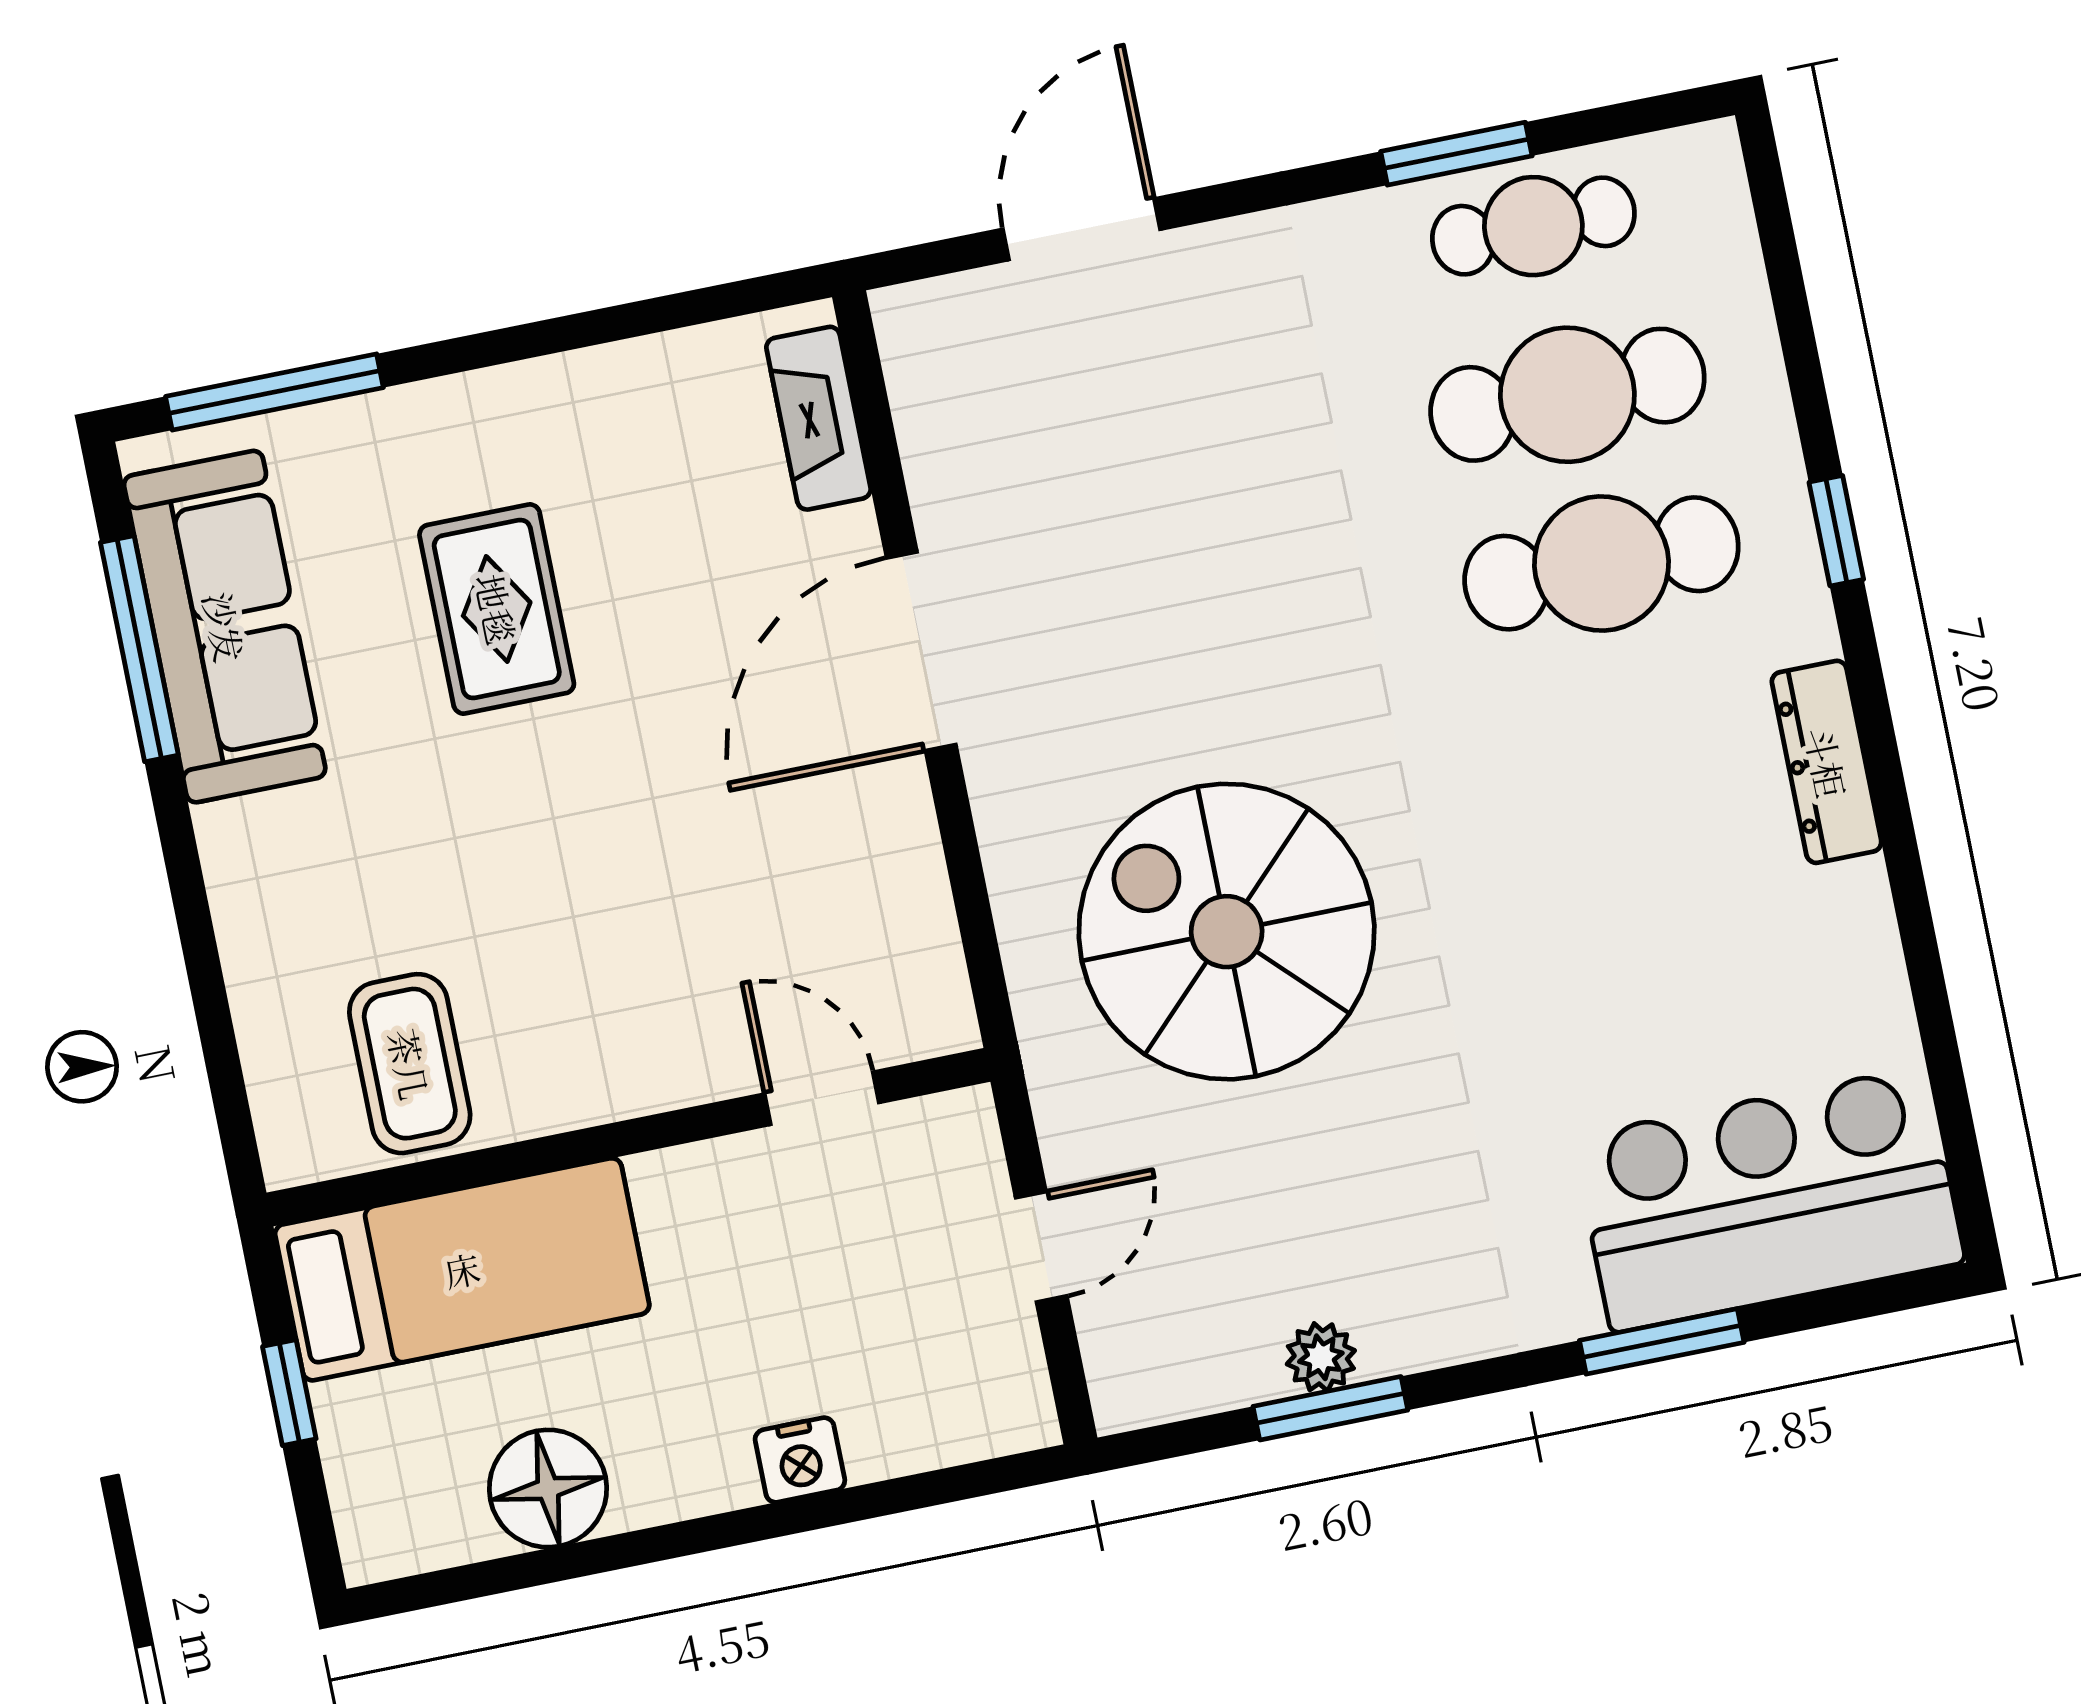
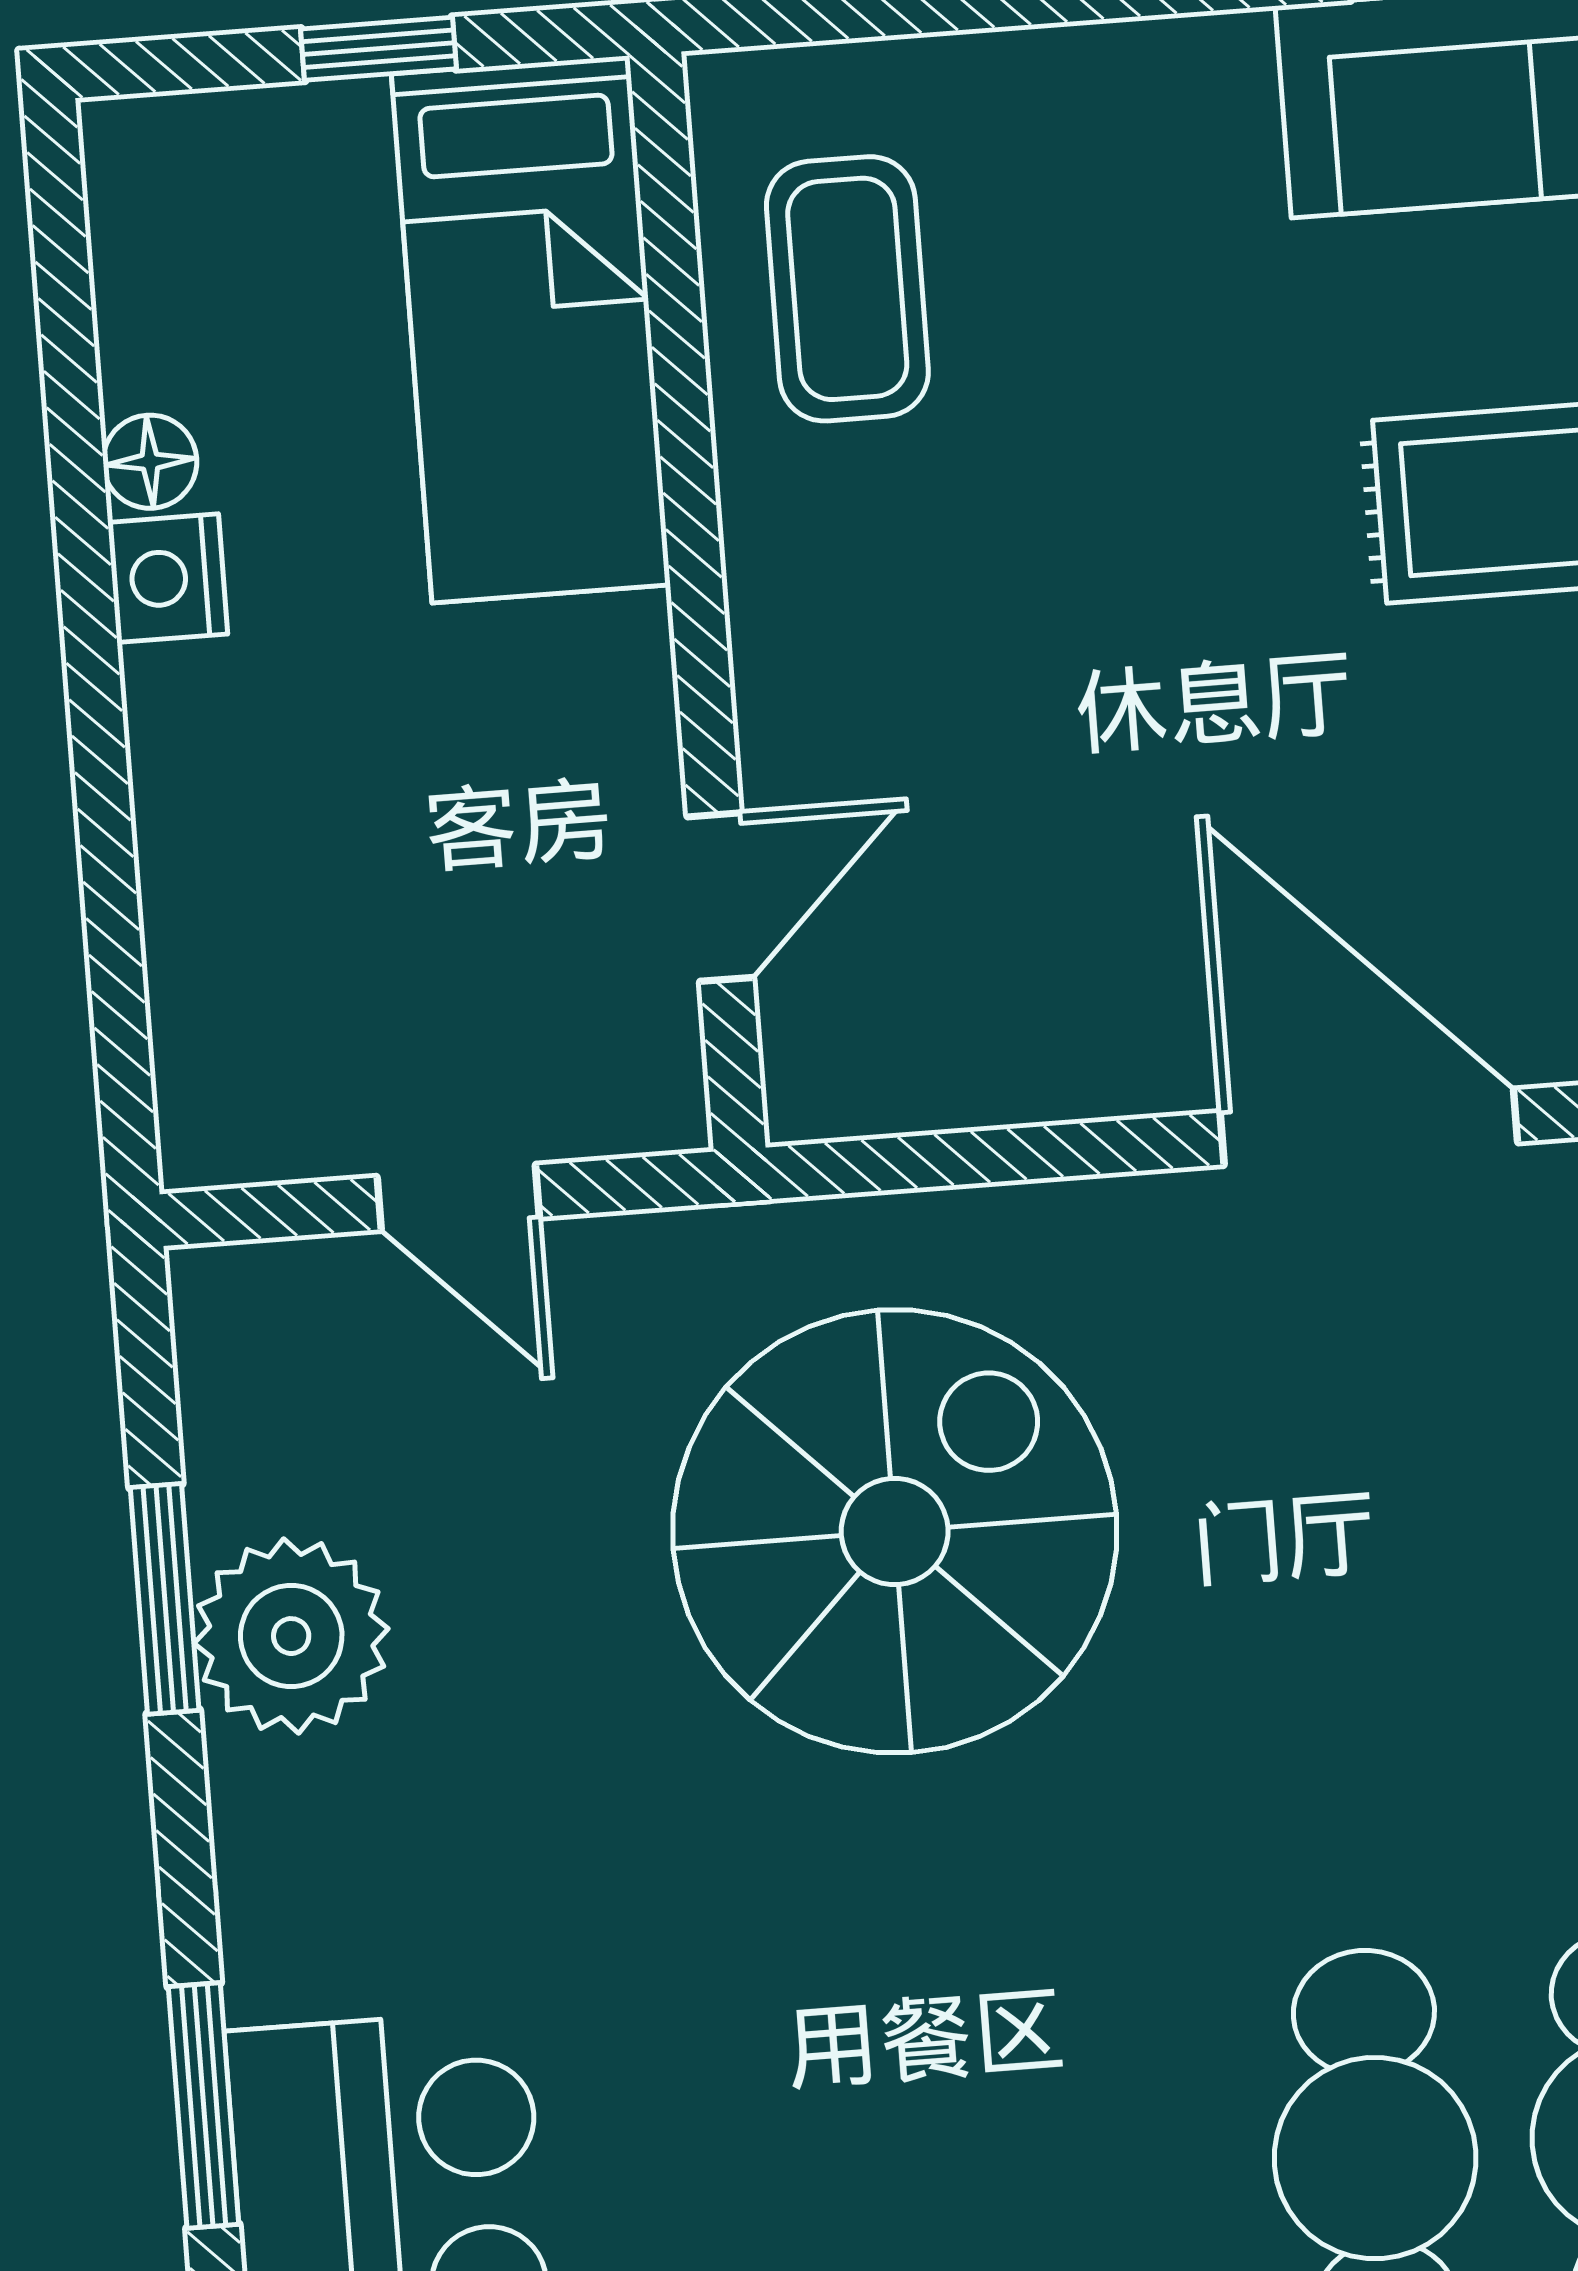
coffee table: (410, 1064) -> (847, 289), turned 90
plant: (1321, 1357) -> (291, 1636), width x1.87, depth x1.87
nightstand: (800, 1460) -> (168, 578), moved
floor lamp: (548, 1489) -> (150, 462), width x0.53, depth x0.53

